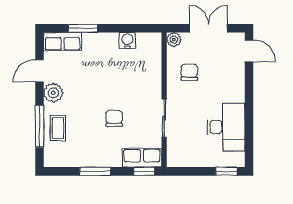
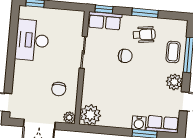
water cooler: (127, 40) -> (139, 123), moved
plant: (149, 45) -> (90, 115), added
chair: (114, 118) -> (125, 56), turned -90
wheelchair: (94, 146) -> (144, 35), added

